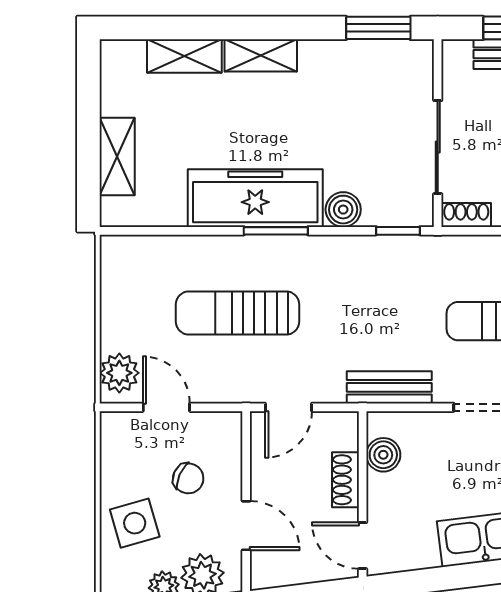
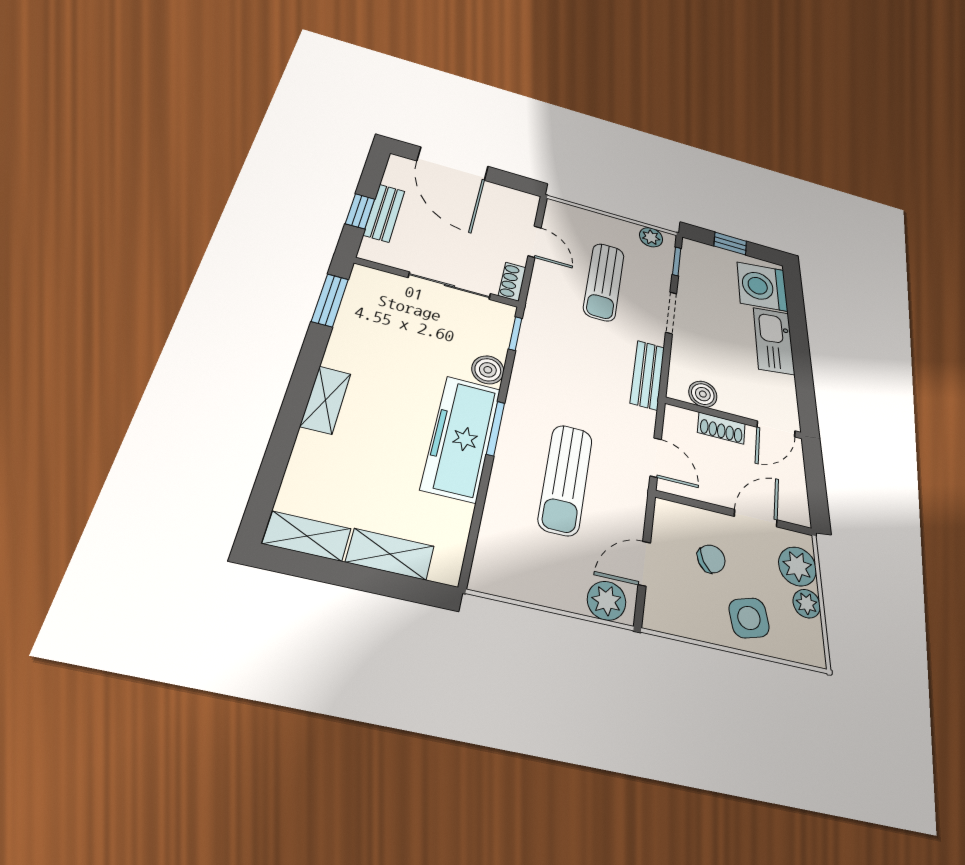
shelving: (184, 56) -> (307, 536), moved, turned 90
chair: (188, 478) -> (711, 559), turned 35

